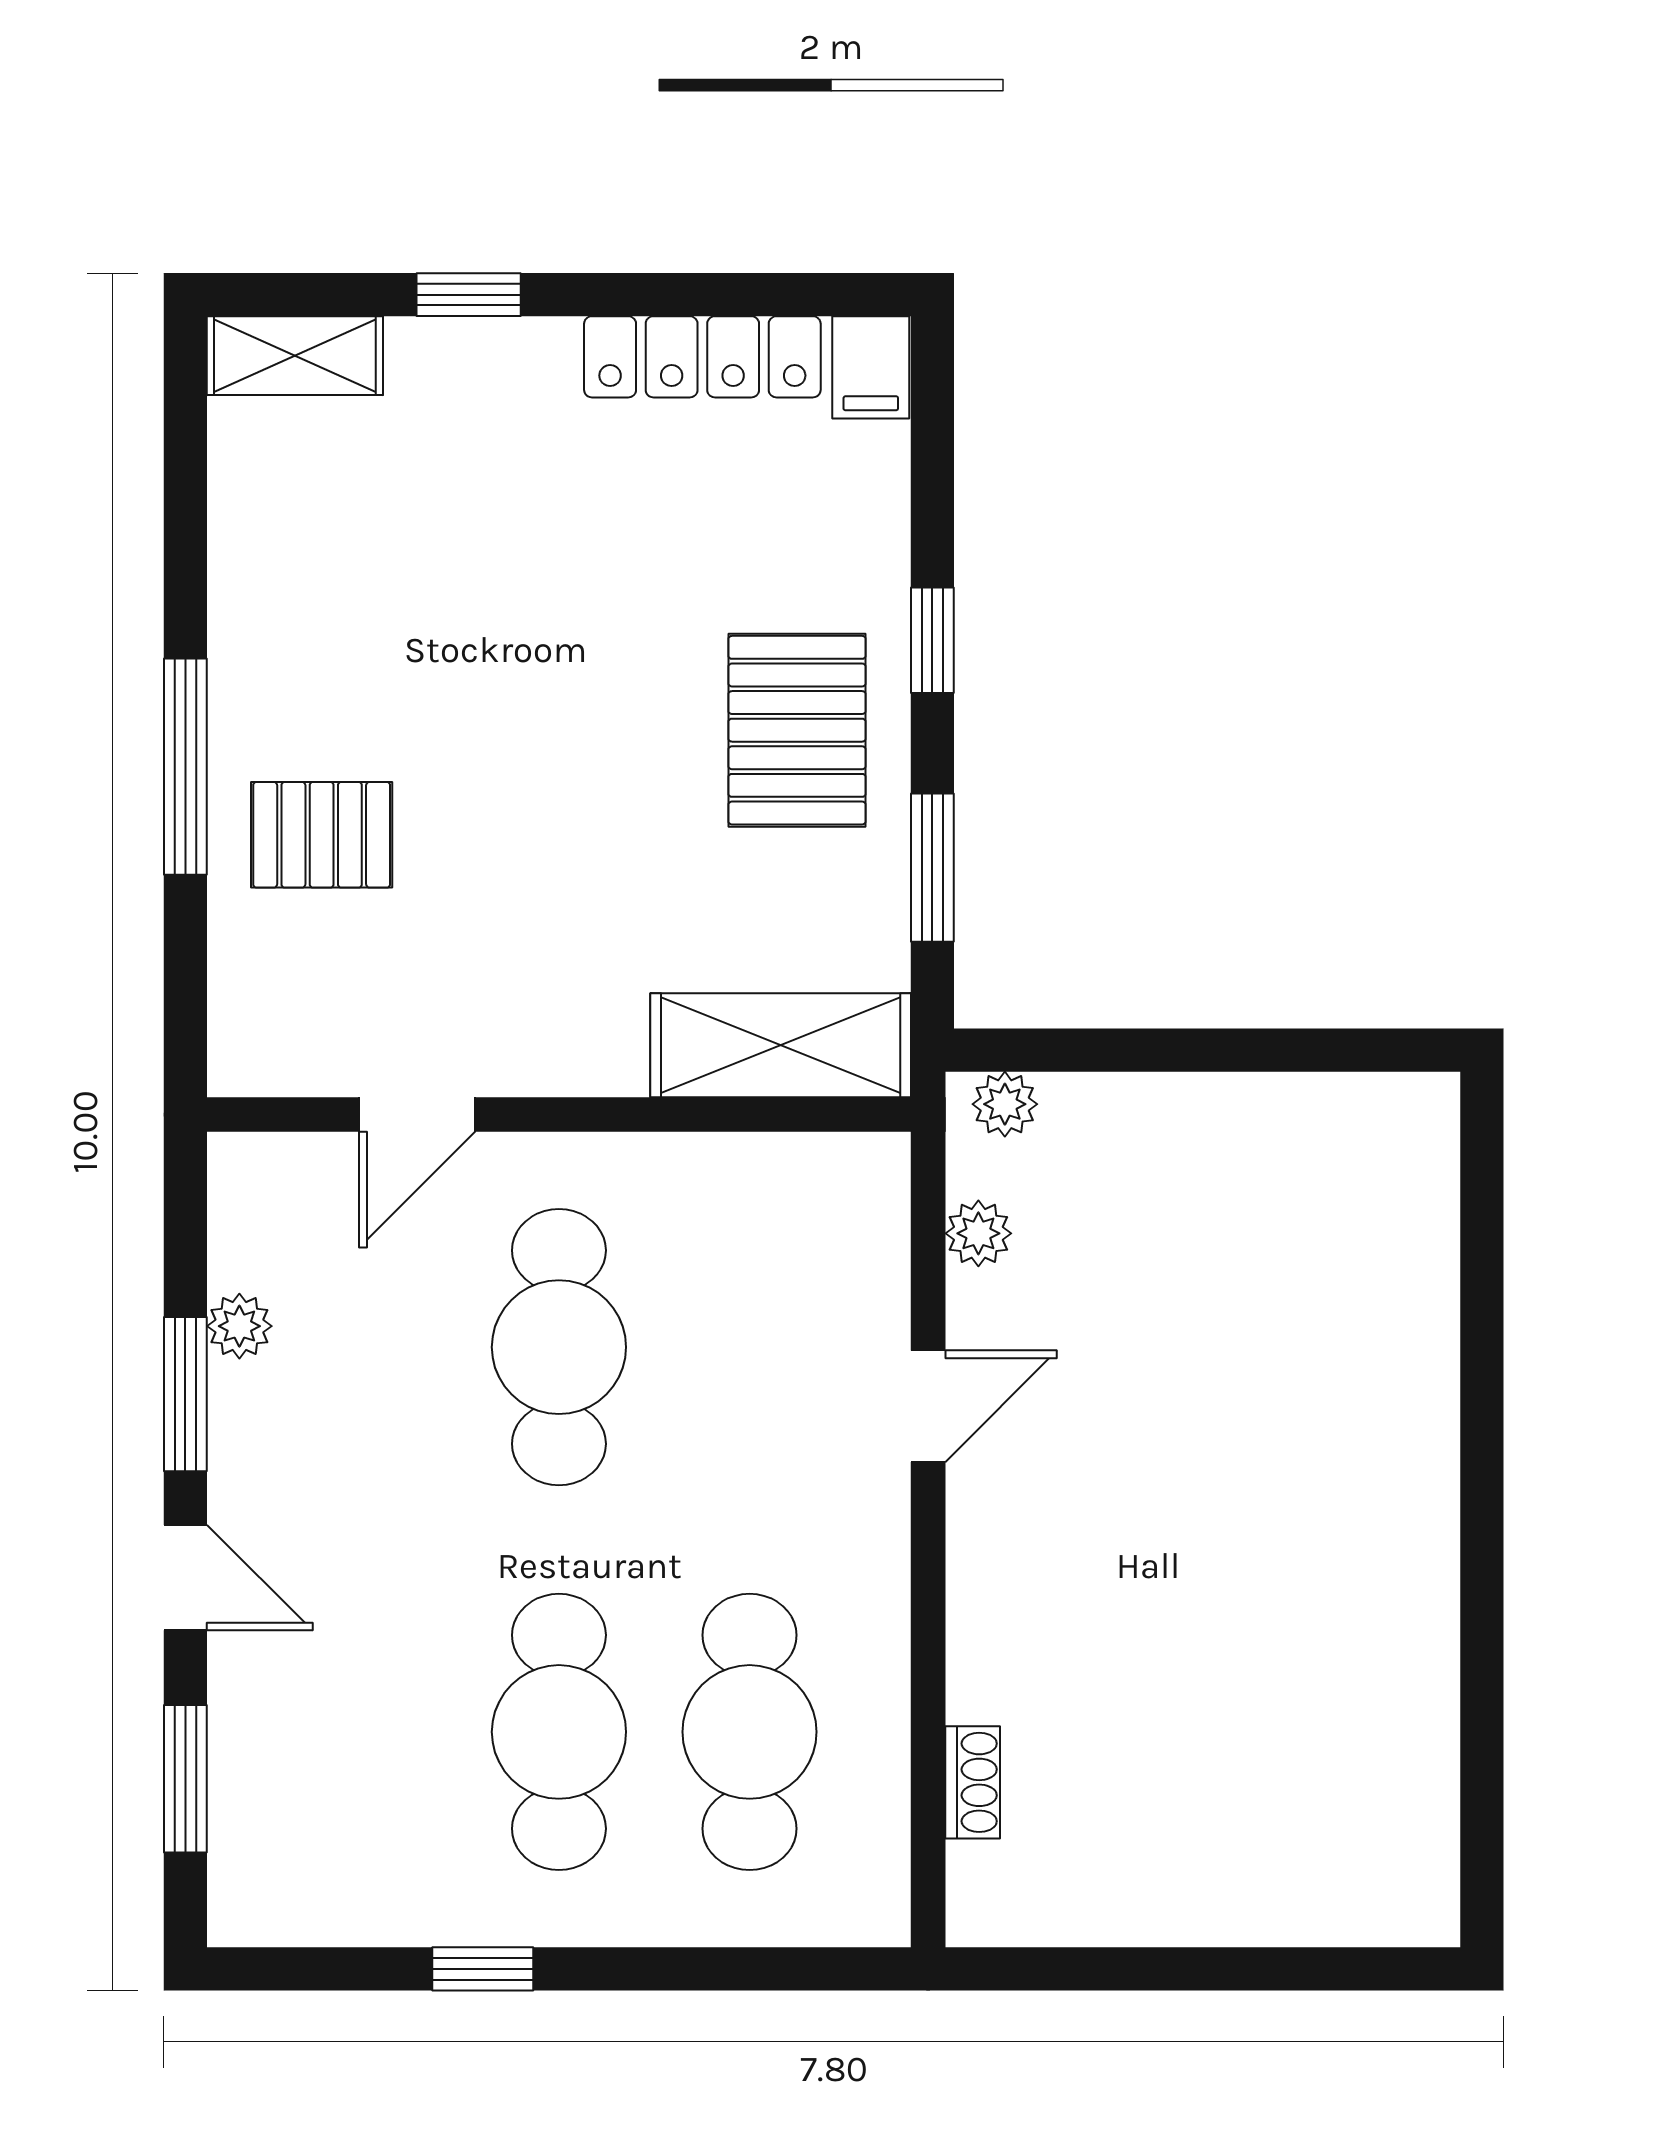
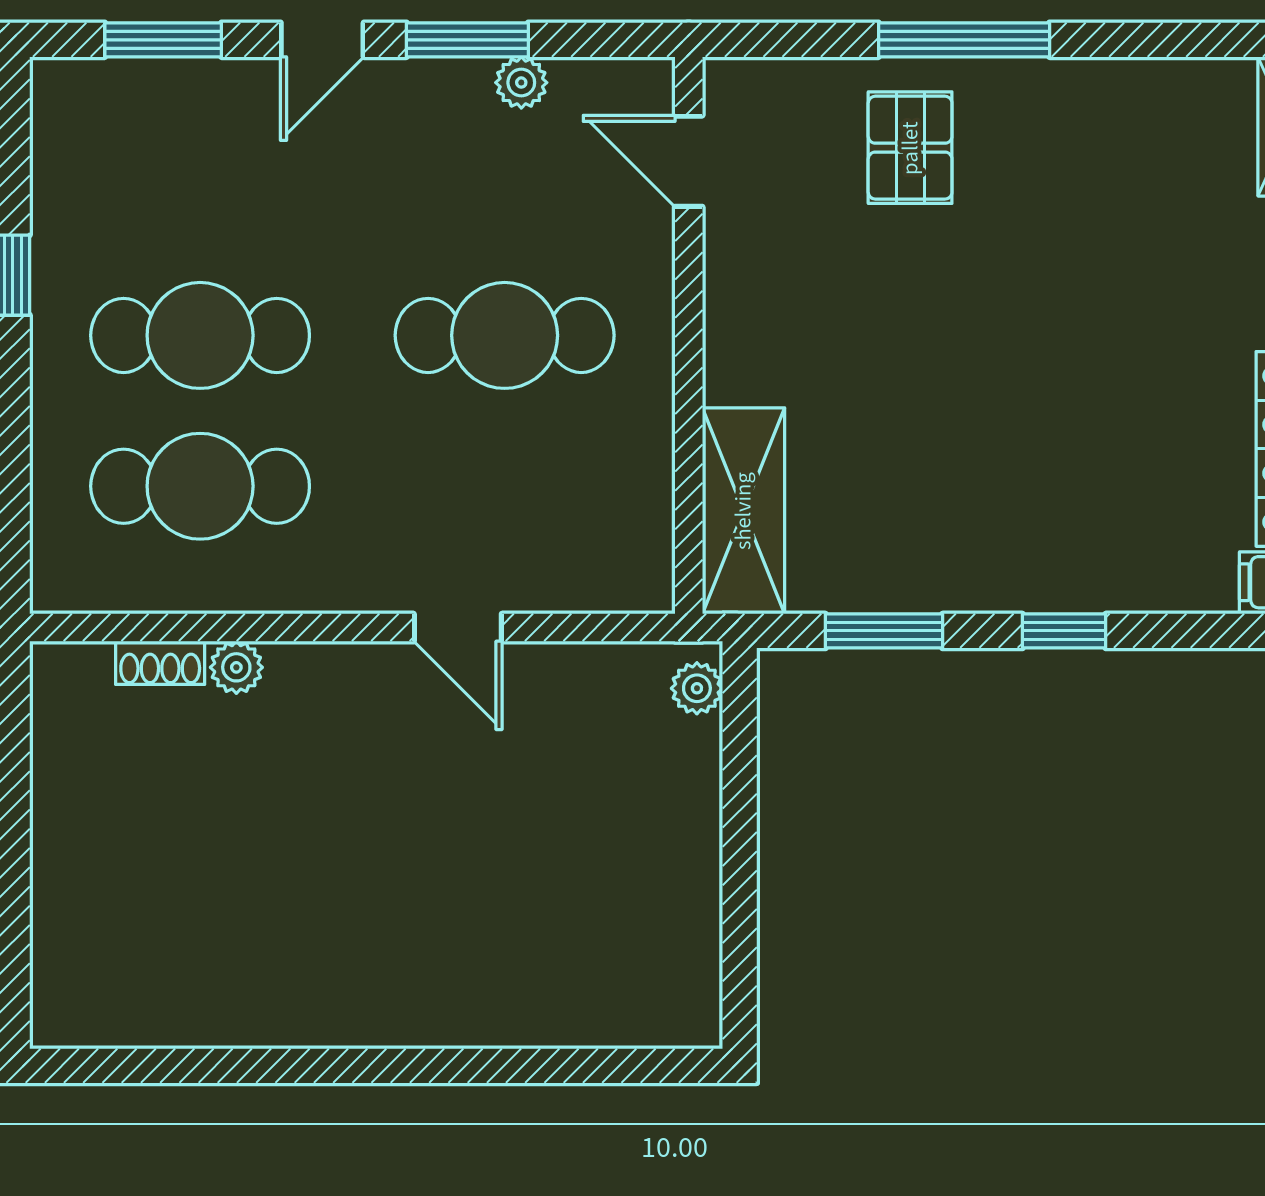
pallet: (797, 730) -> (993, 524), removed
door: (417, 1115) -> (689, 161), moved
plant: (978, 1233) -> (236, 667), moved

